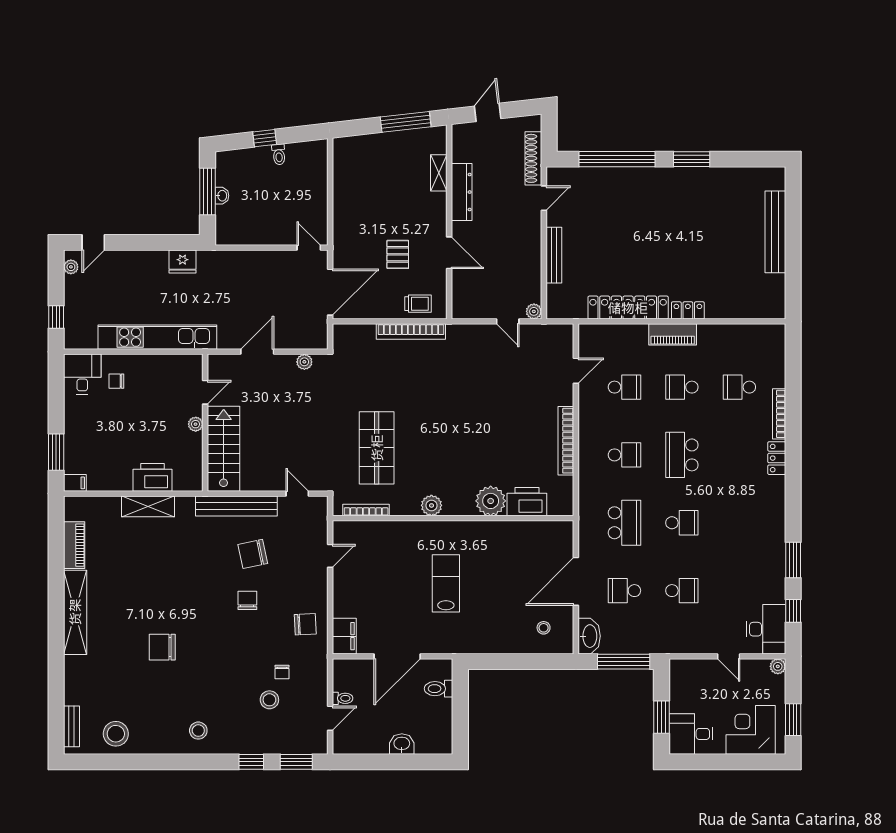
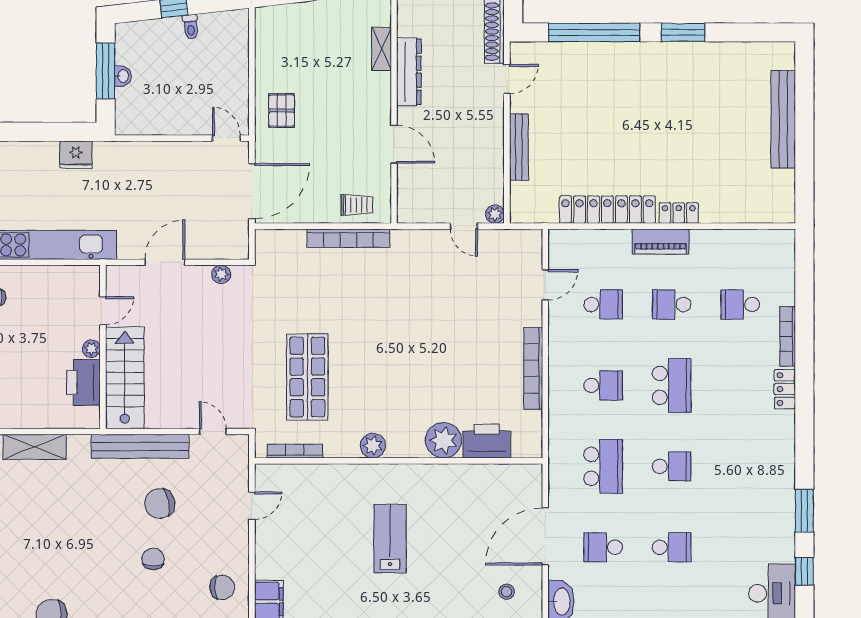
pallet: (398, 254) -> (281, 111), moved
school desk: (682, 455) -> (672, 385), turned 180
printer: (153, 477) -> (84, 382), moved, turned -90

